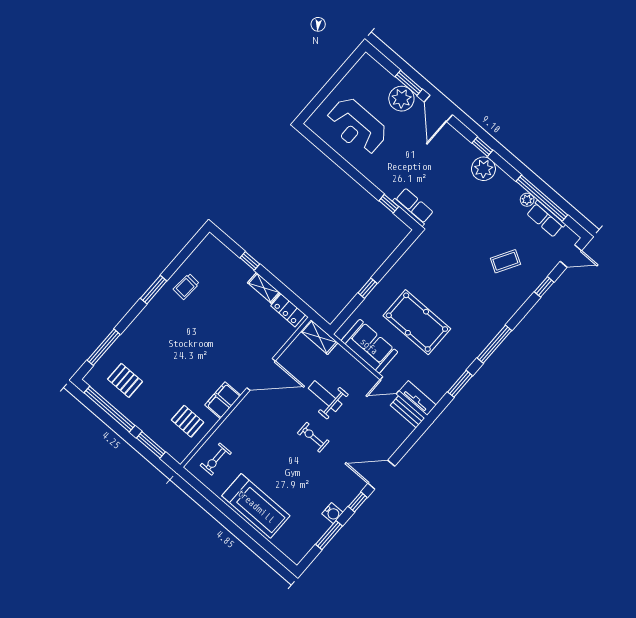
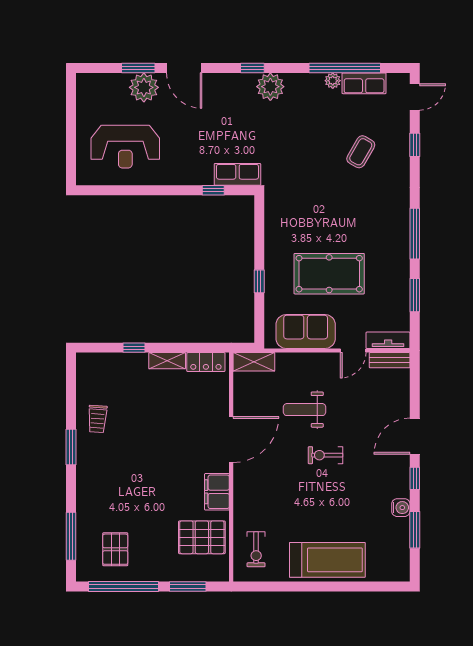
pallet: (125, 380) -> (115, 549), turned 90
pallet: (188, 421) -> (202, 537), width x1.50, depth x1.42

